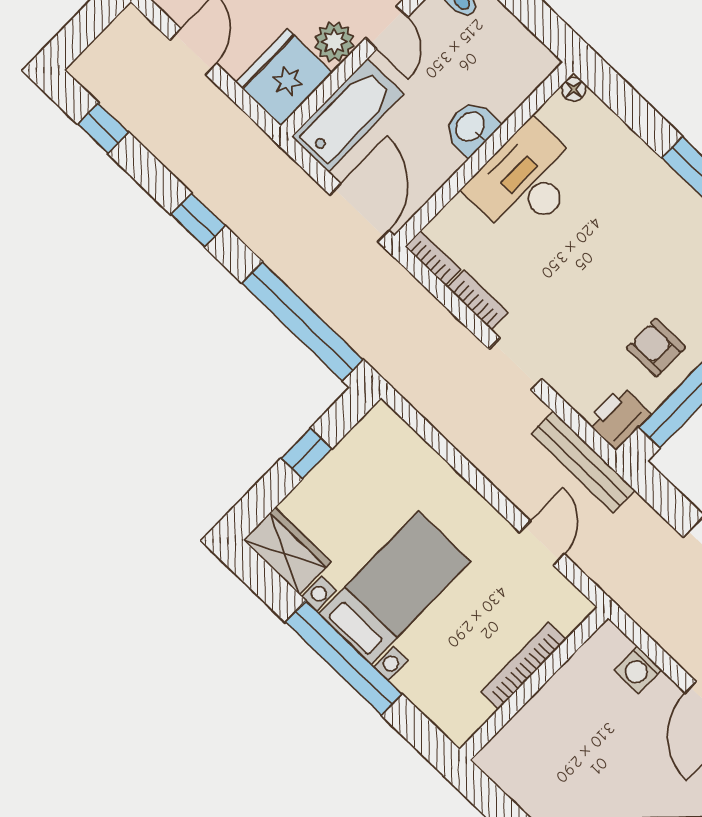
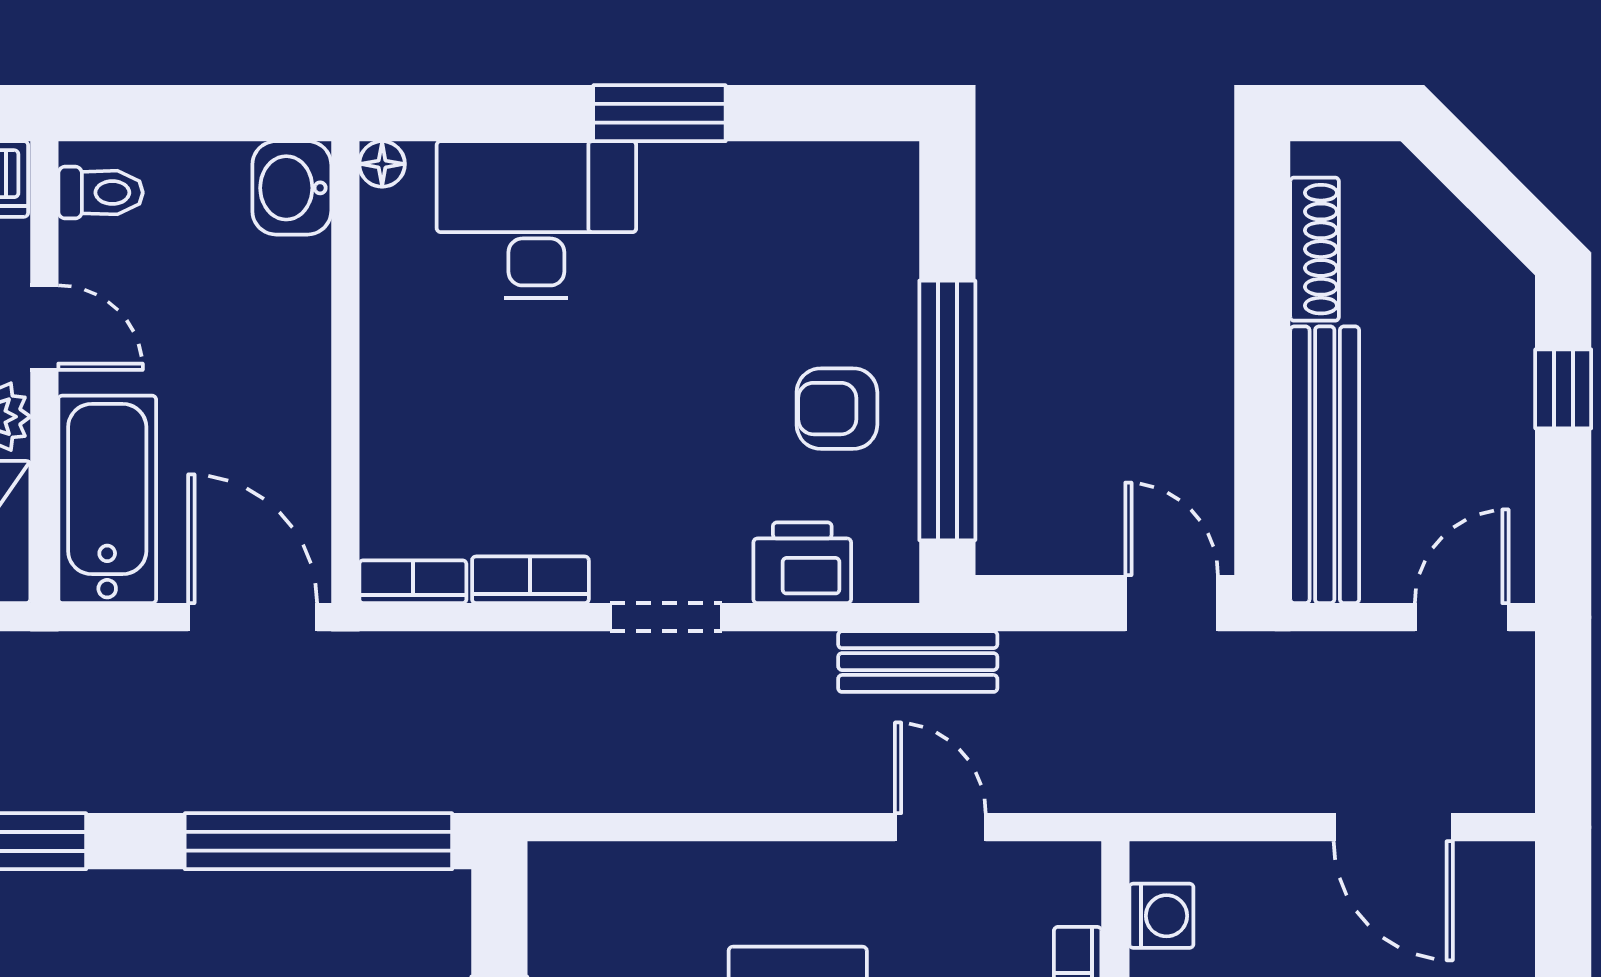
washbasin: (471, 127) -> (292, 188), moved
desk: (526, 181) -> (536, 220), moved, turned 90
printer: (619, 418) -> (802, 563), moved, turned 90
bench: (583, 462) -> (918, 662), width x0.73
washing machine: (638, 670) -> (1161, 916), moved, turned -90

